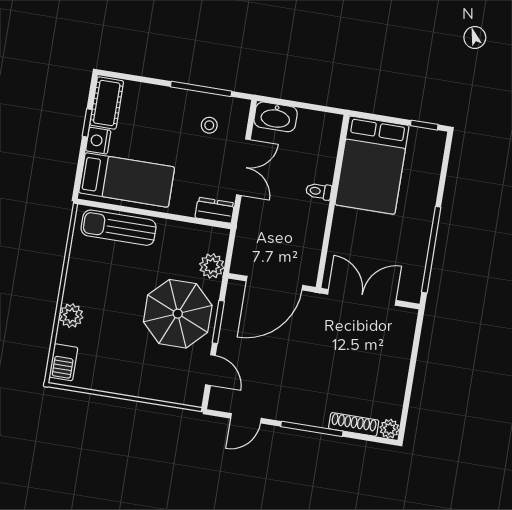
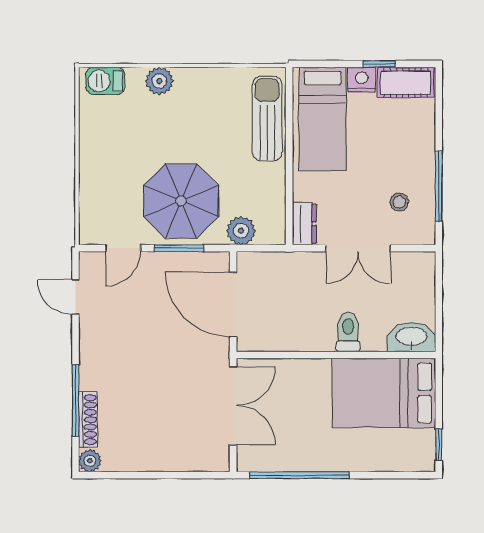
washbasin: (276, 117) -> (412, 337), moved, turned 90
toilet: (319, 191) -> (348, 332), width x1.37, depth x1.39
window: (312, 429) -> (75, 400), moved

